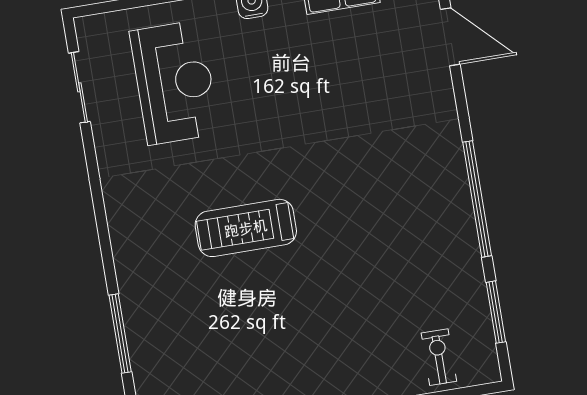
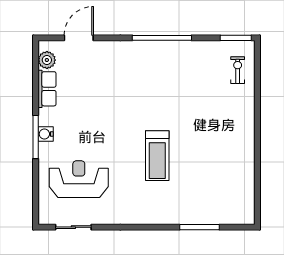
window: (496, 312) -> (236, 38), moved
exercise bike: (439, 357) -> (238, 70), turned 90

